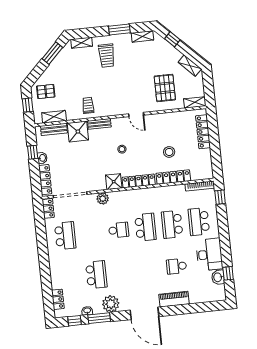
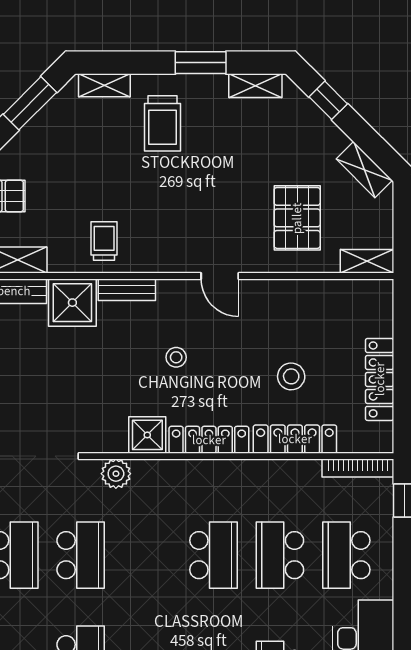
locker: (203, 132) -> (380, 379), moved
school desk: (119, 230) -> (81, 555), moved, width x1.85

